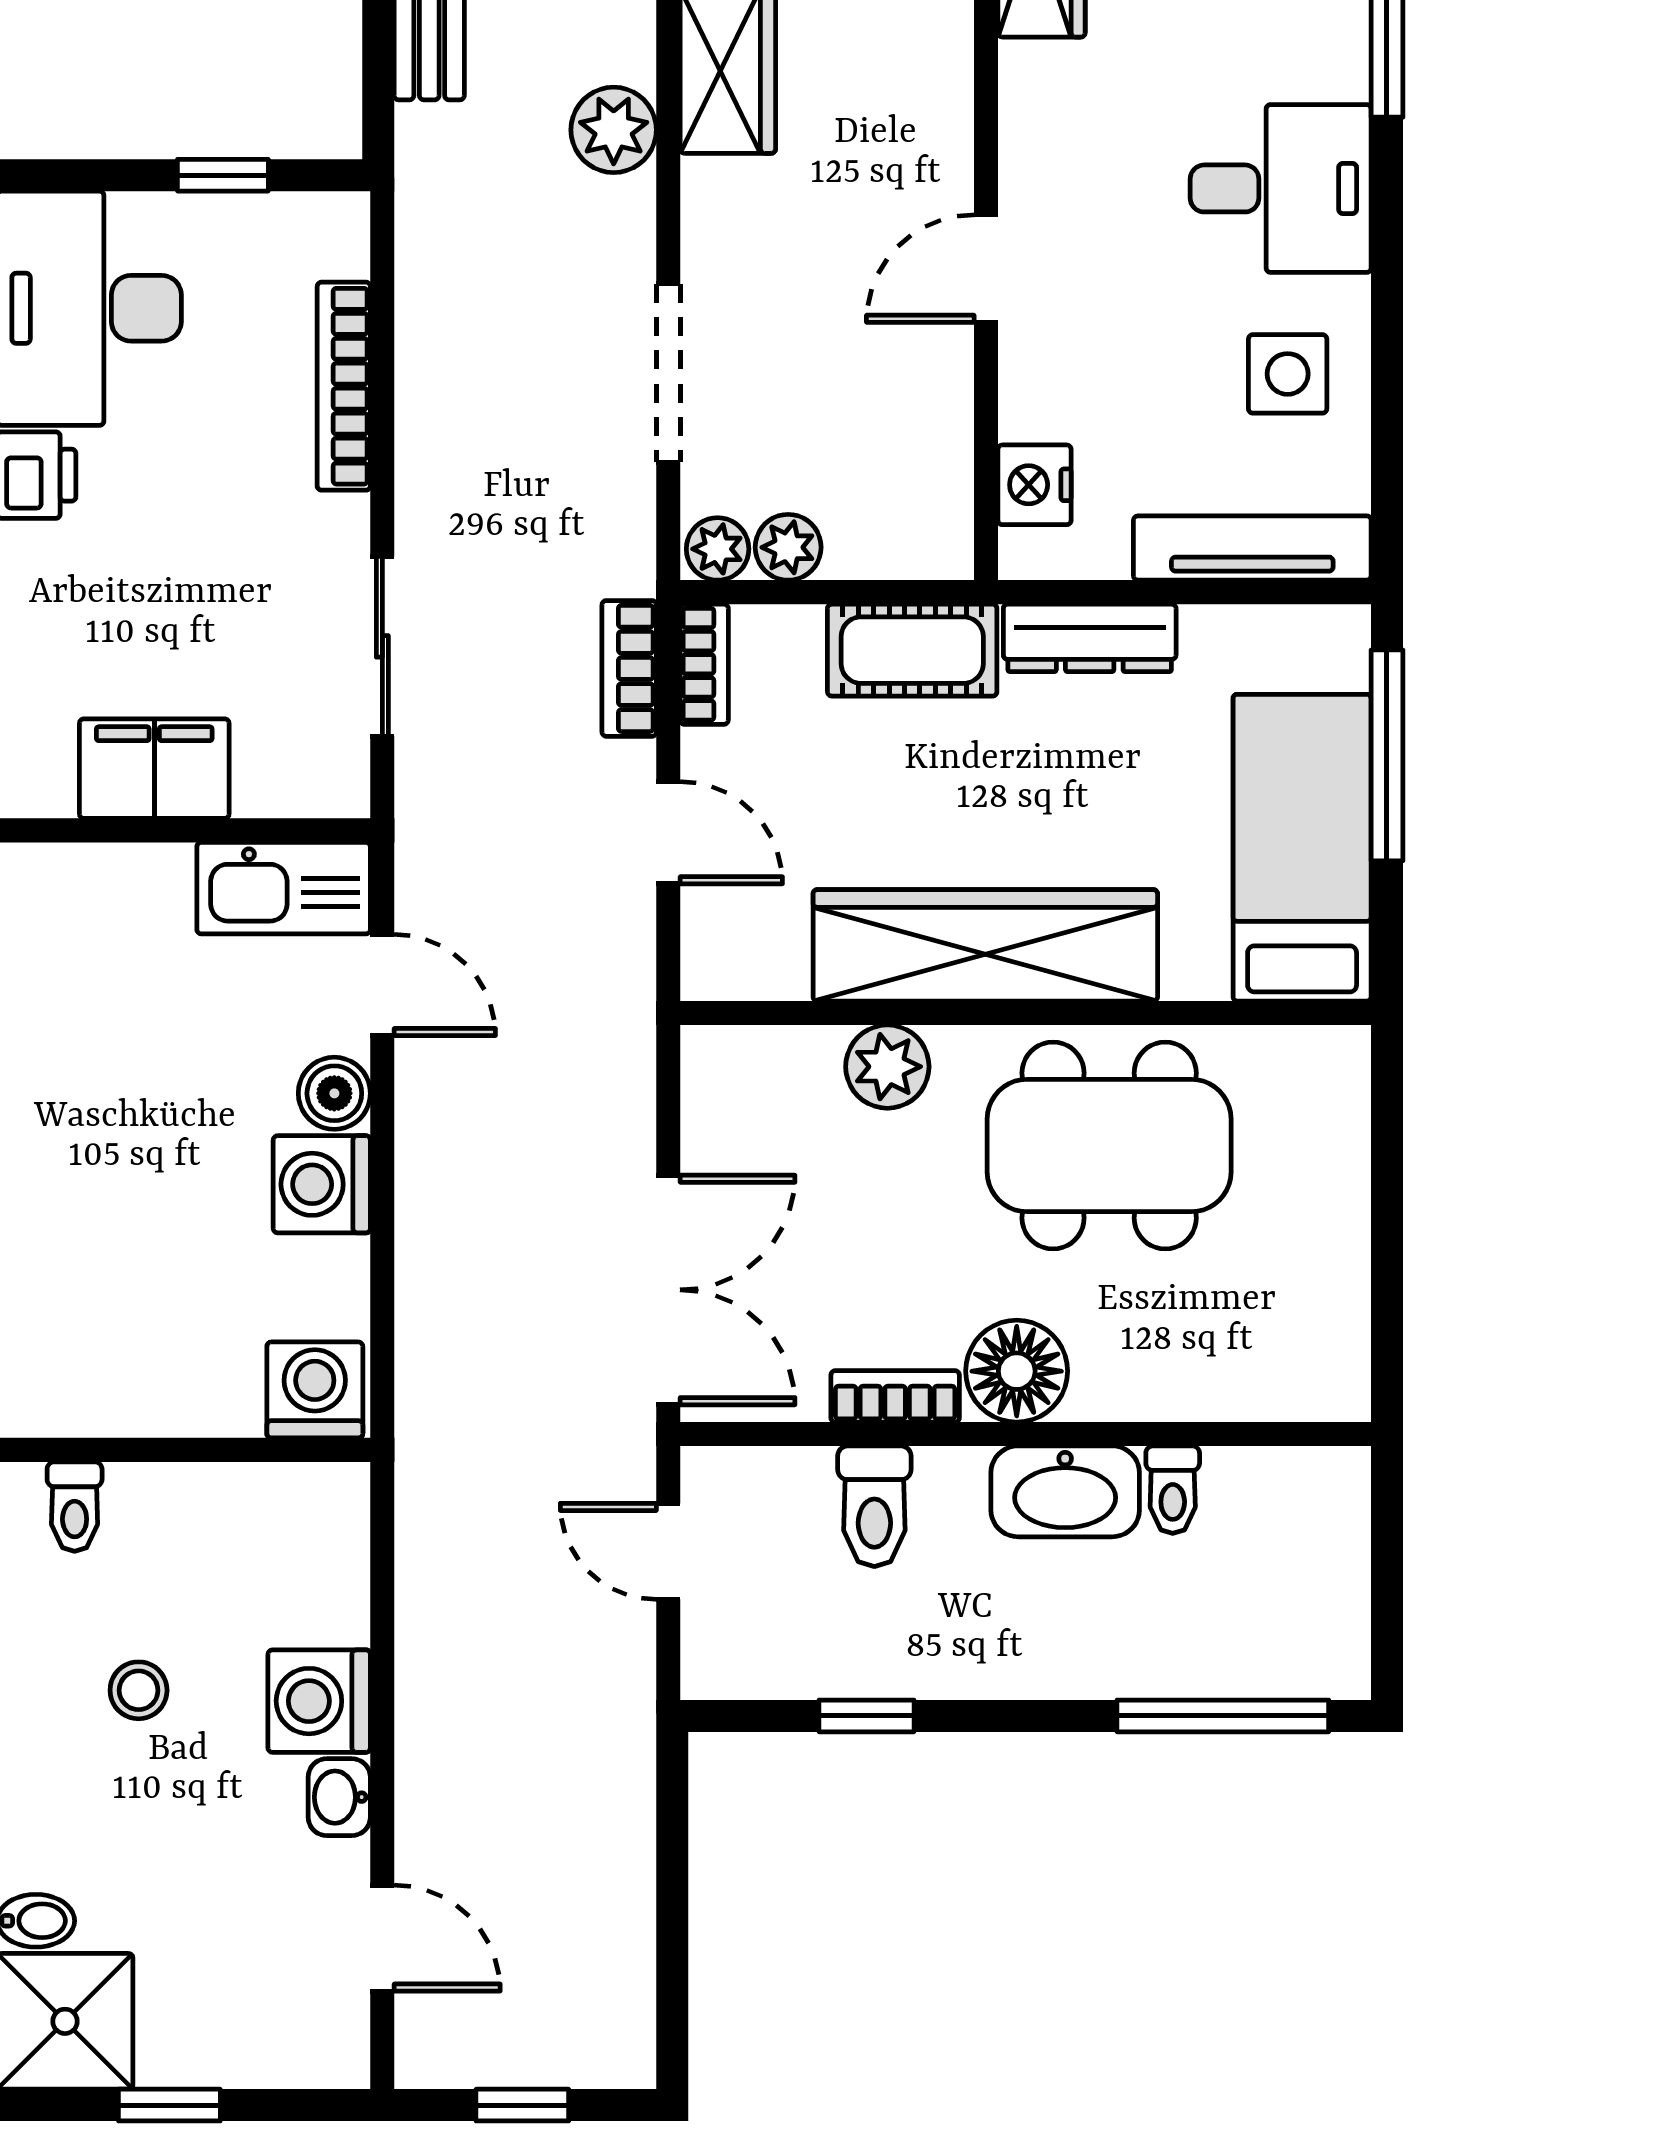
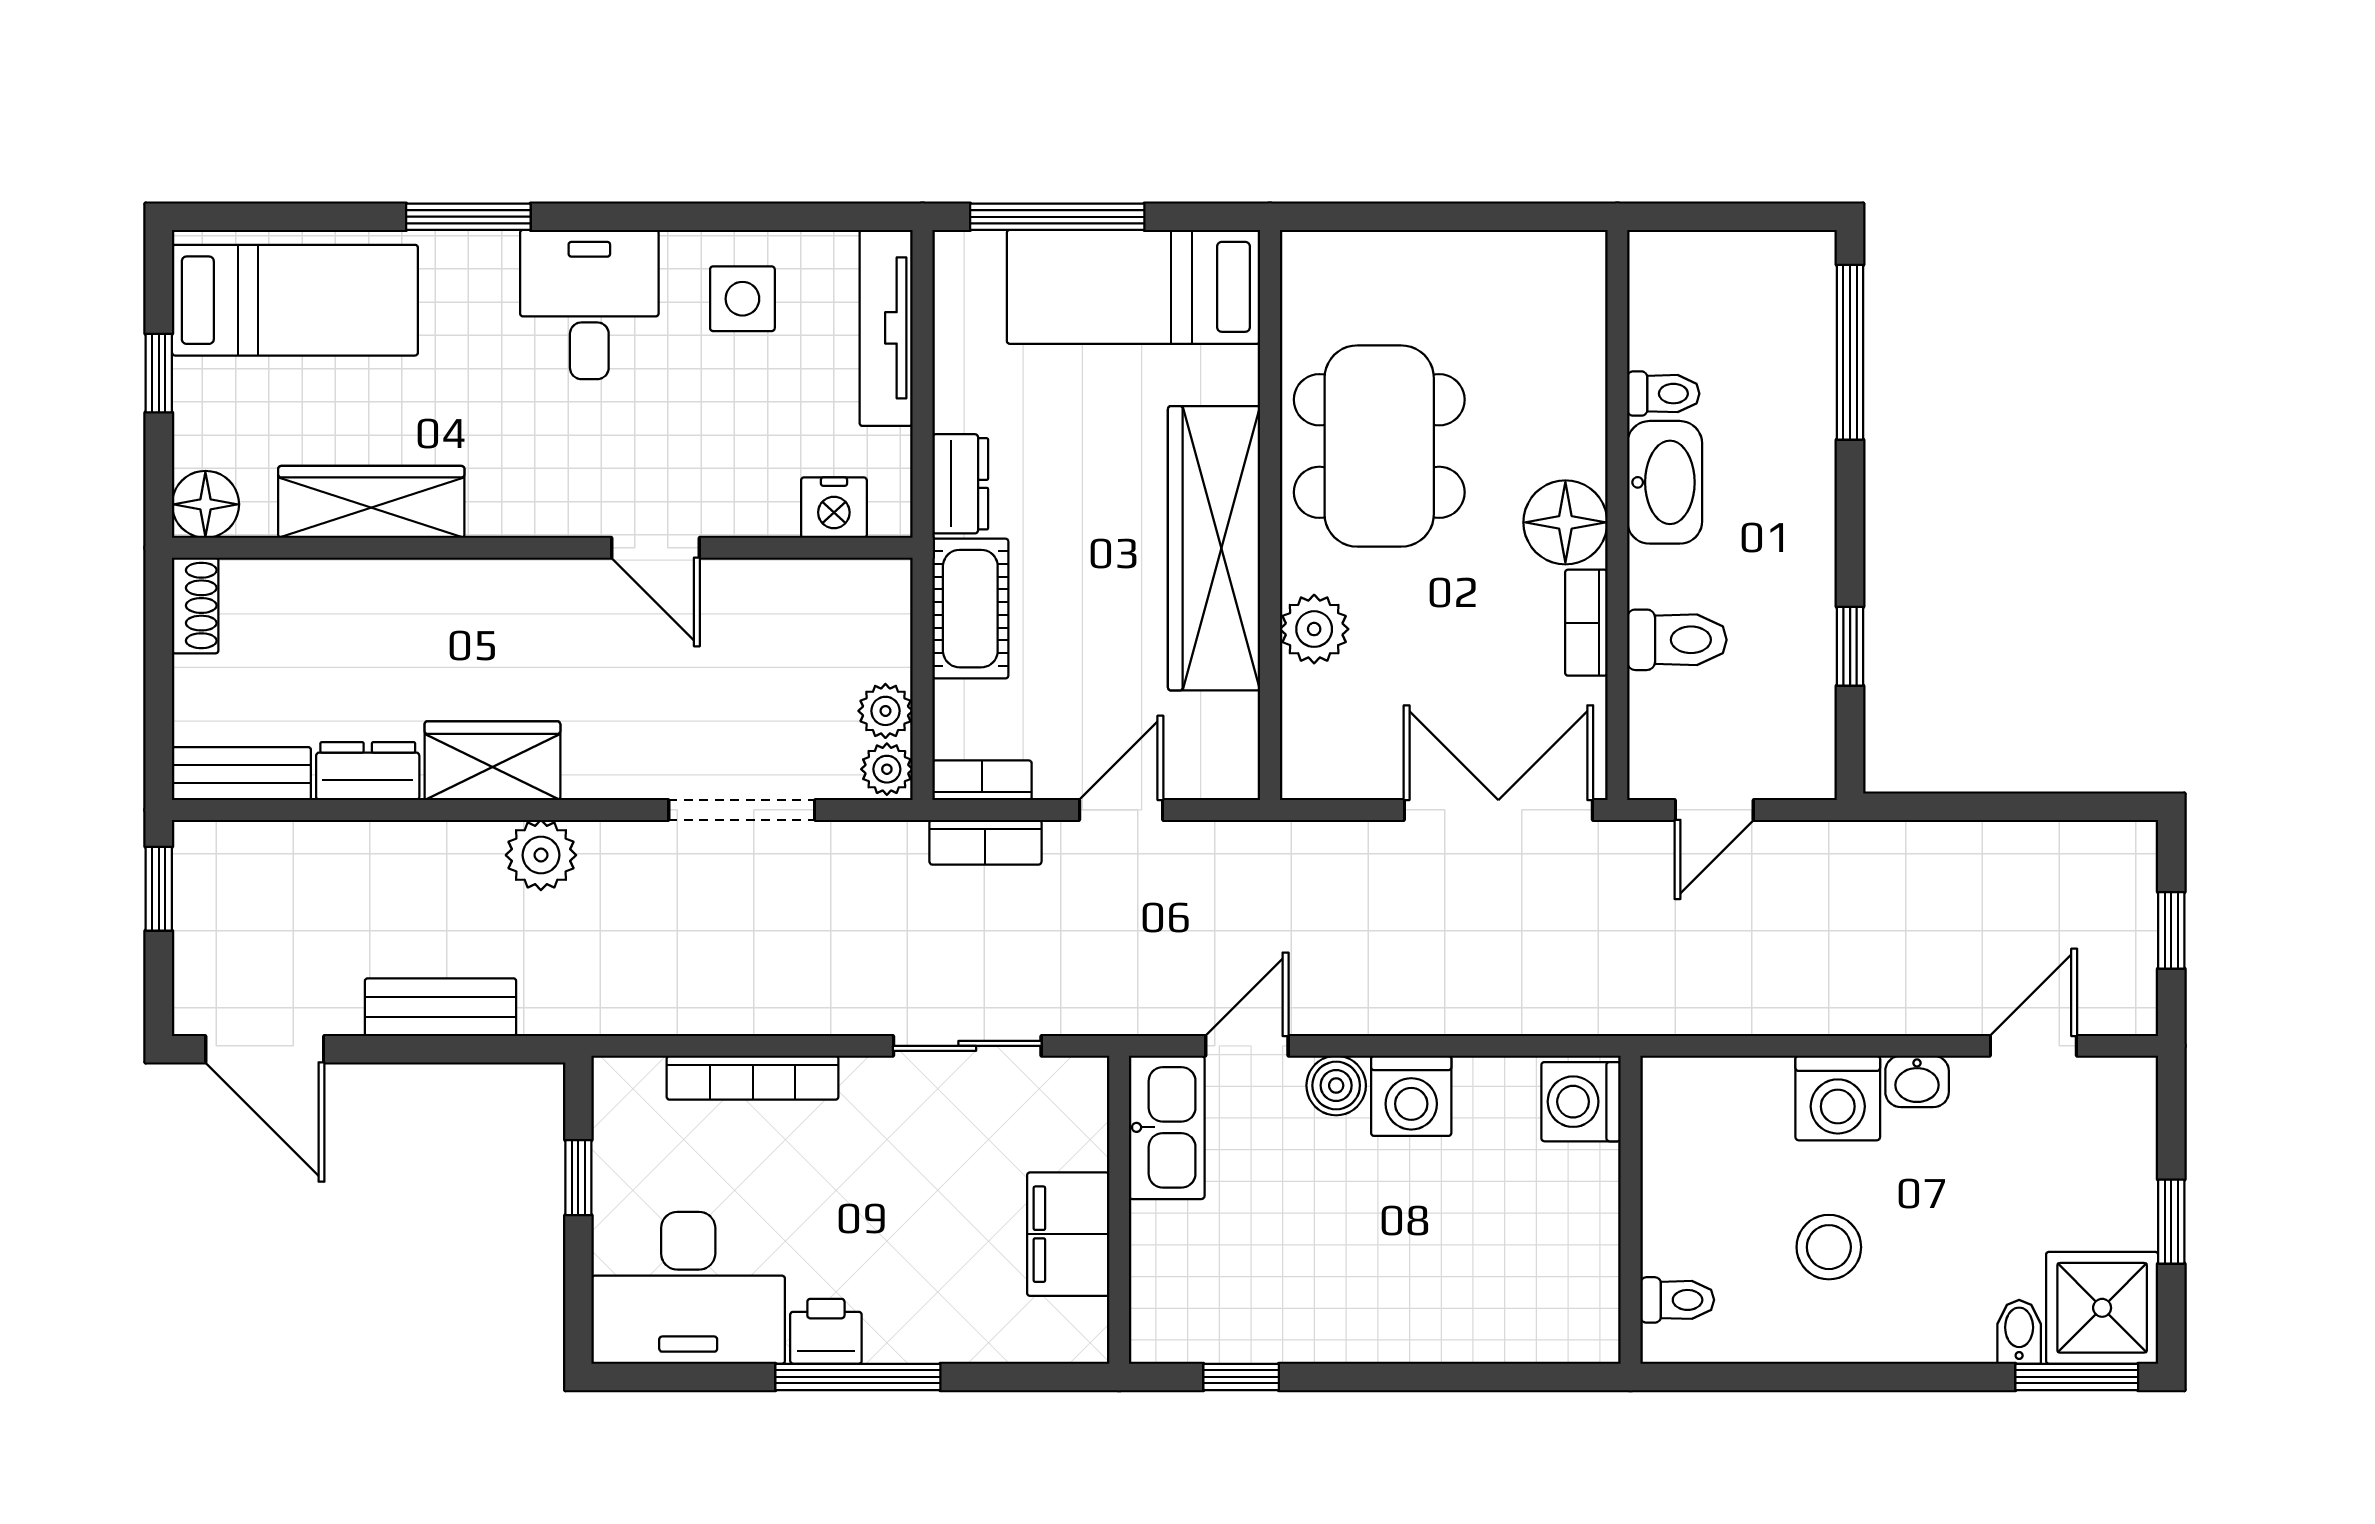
dresser: (1090, 638) -> (960, 484), width x0.70
stool: (139, 1690) -> (1829, 1247), width x1.37, depth x1.37

